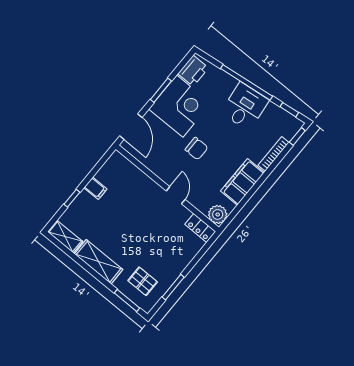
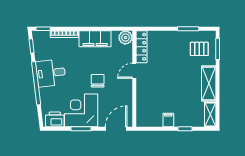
locker: (200, 228) -> (141, 47), width x1.53
pallet: (143, 281) -> (199, 49), turned 90

